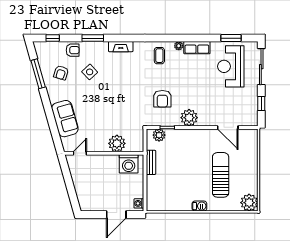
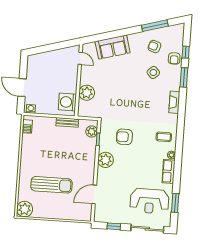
window: (53, 38) -> (186, 52), moved
reception desk: (231, 66) -> (149, 201), turned 180
barbecue: (199, 206) -> (27, 126), moved

